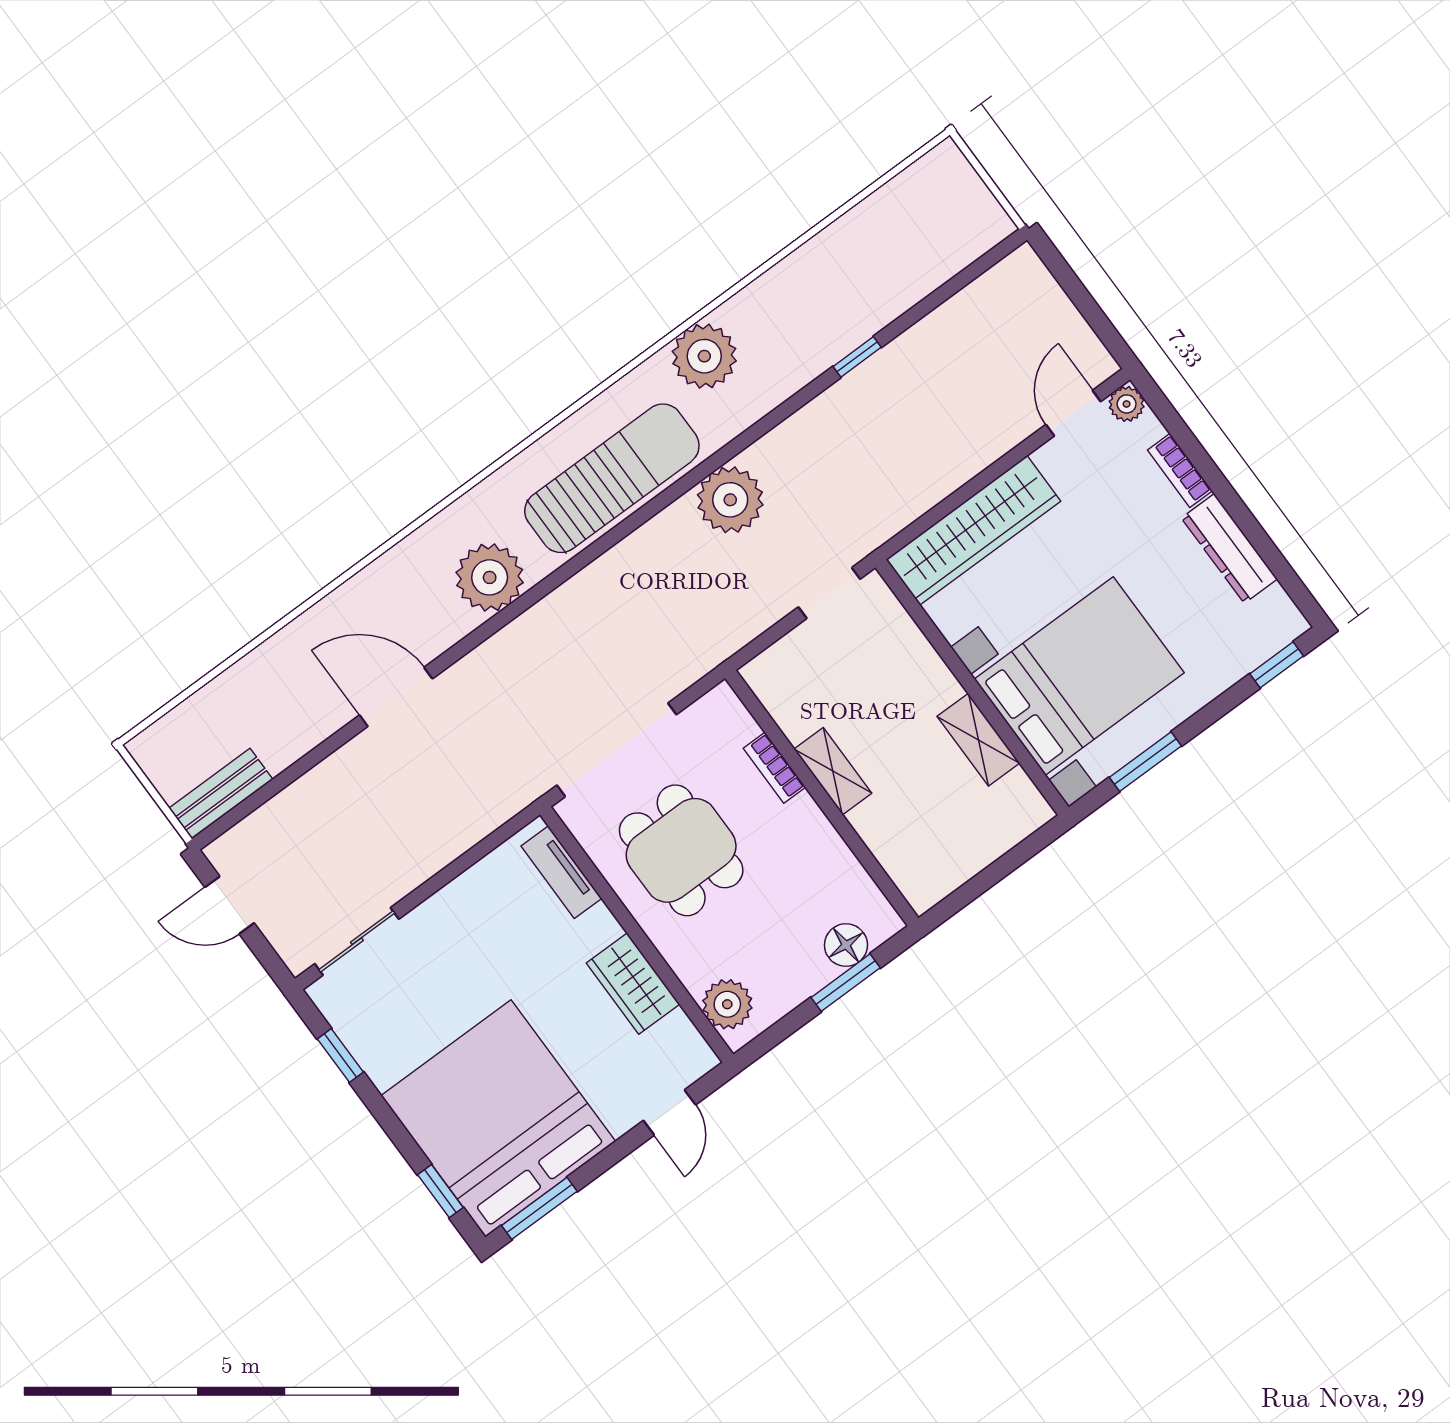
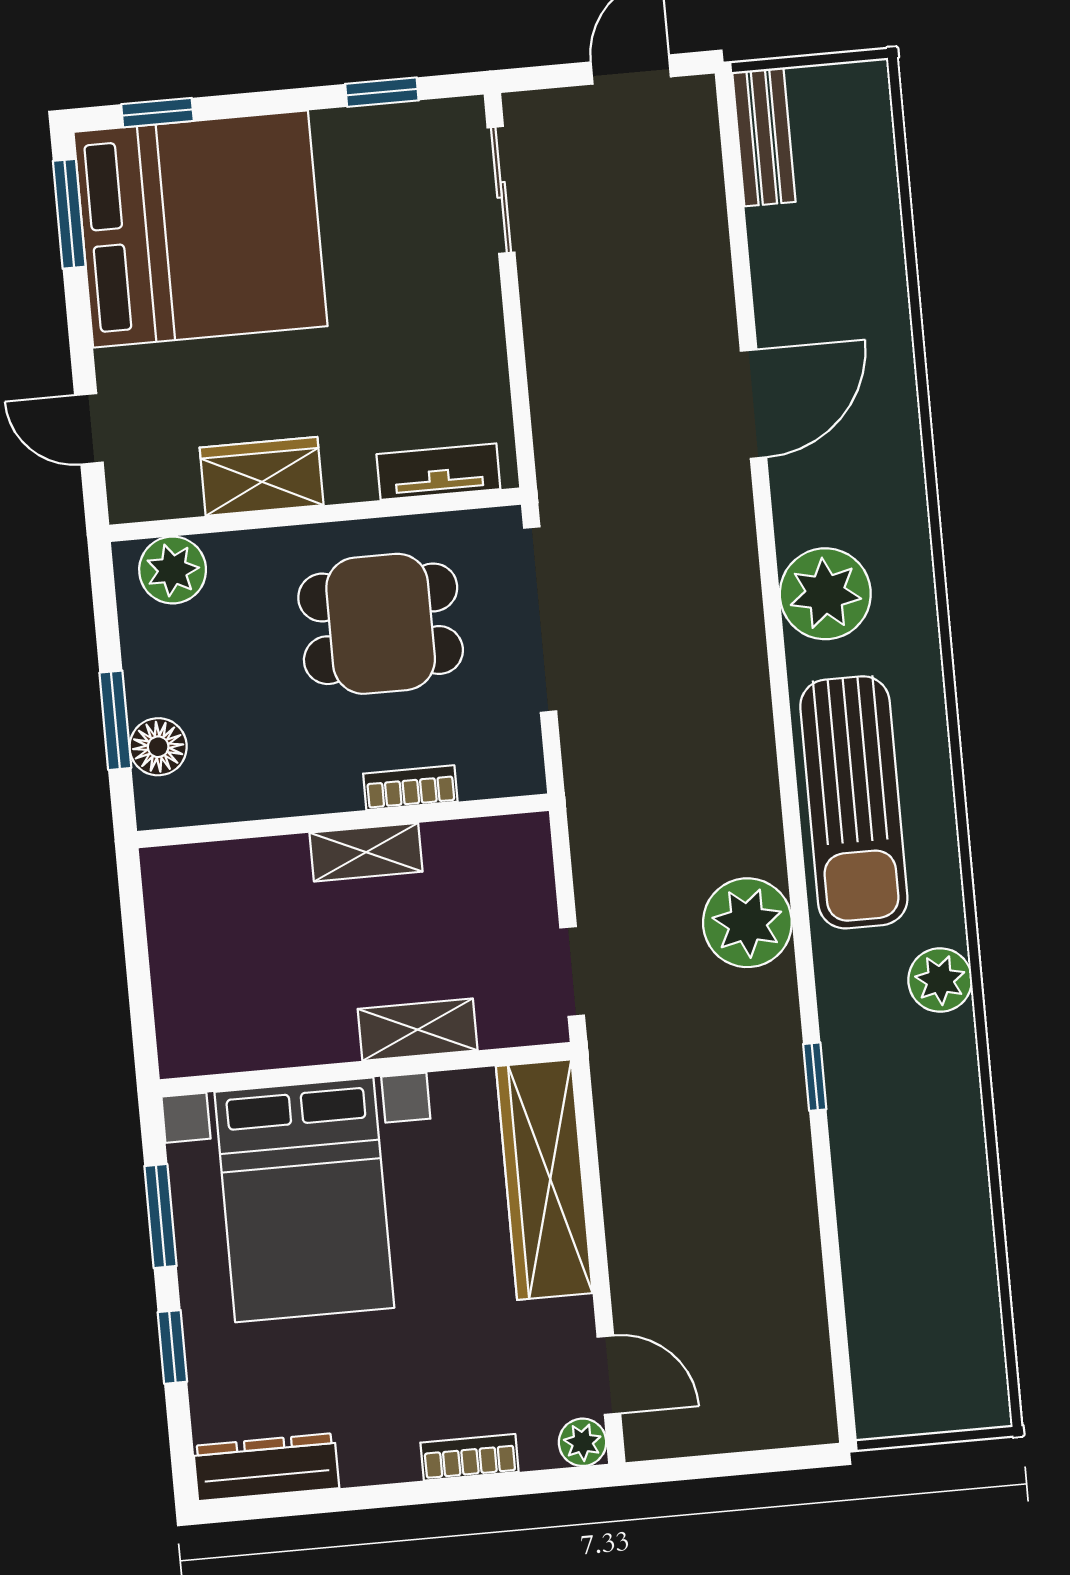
plant: (704, 356) -> (940, 980), width x0.73, depth x0.73
window: (857, 357) -> (815, 1077), moved
dresser: (1229, 548) -> (266, 1467), moved
window: (1277, 665) -> (172, 1347), moved
shelving: (978, 740) -> (418, 1030), moved

